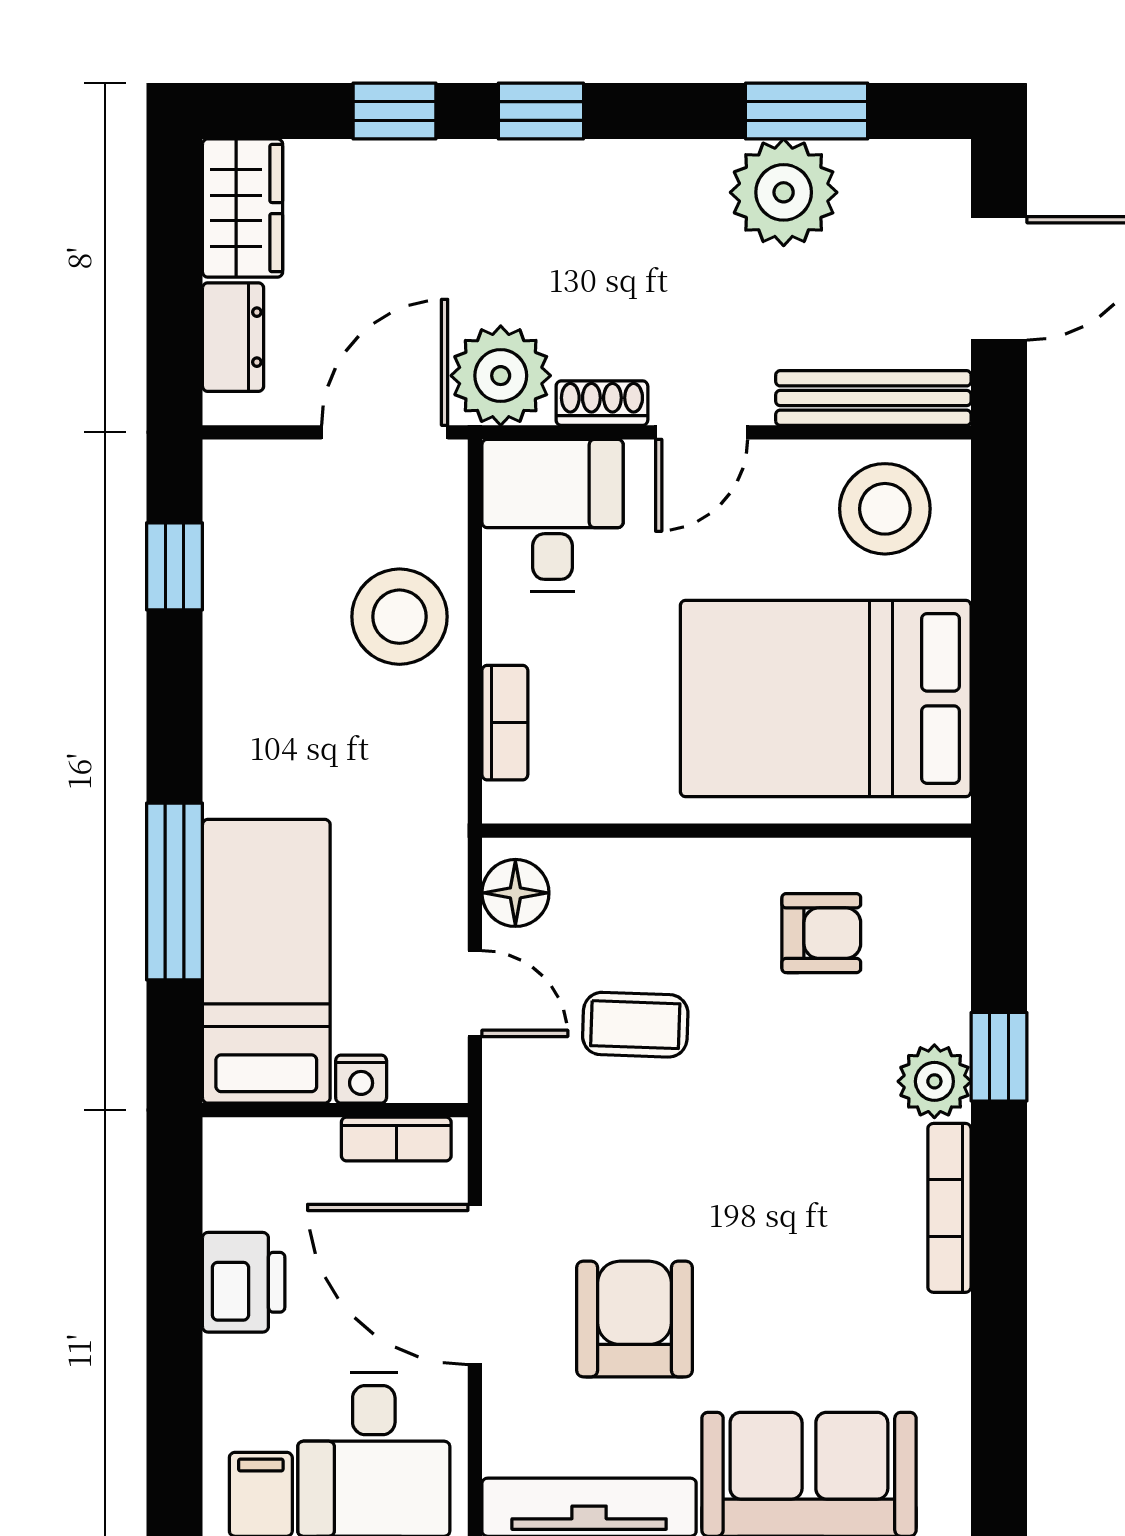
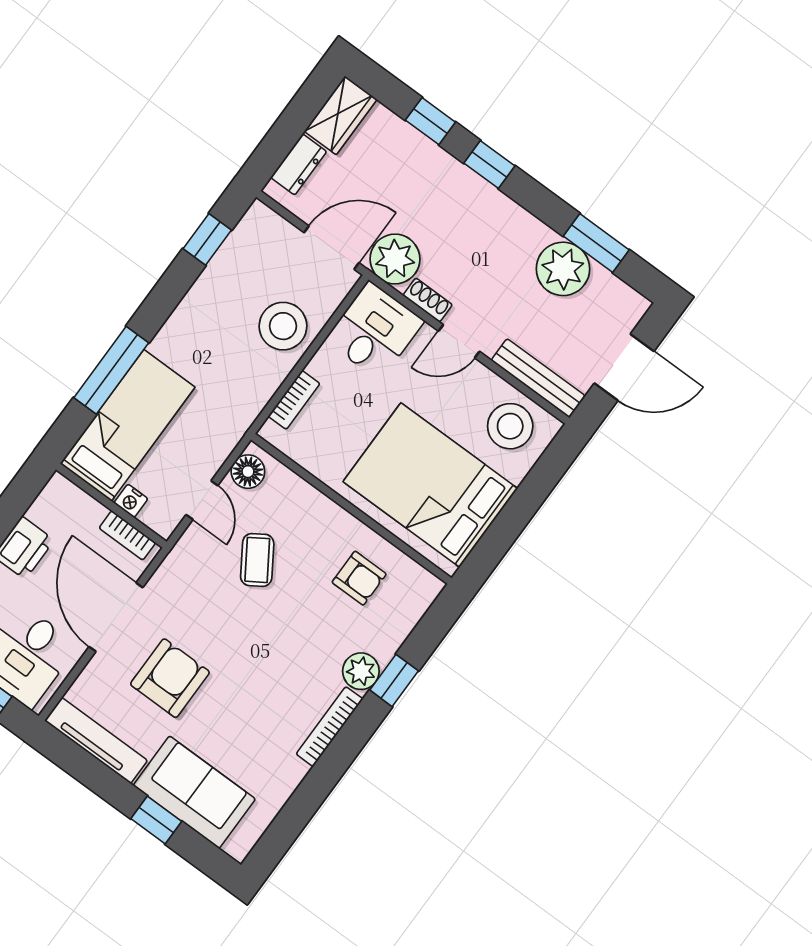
coffee table: (635, 1025) -> (257, 560), turned 55

